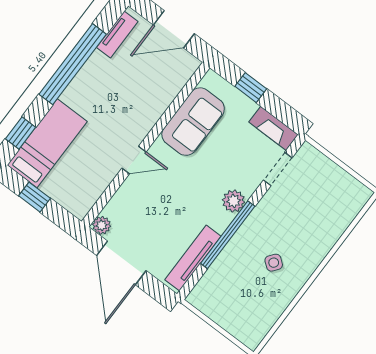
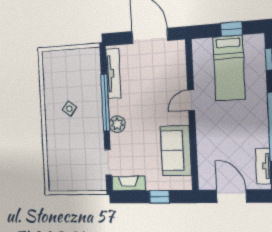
door: (174, 29) -> (232, 196), hinge flipped
bed: (47, 143) -> (229, 68), moved
plant: (102, 225) -> (179, 47), removed

